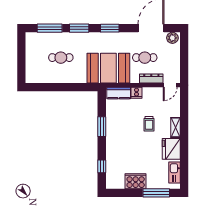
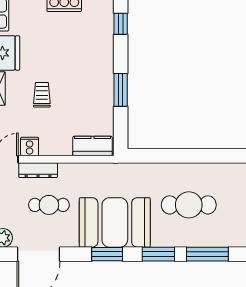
cafe table: (61, 58) -> (189, 205), width x1.37, depth x1.35
booth: (108, 68) -> (115, 222), moved
cooker: (136, 93) -> (30, 146), moved

